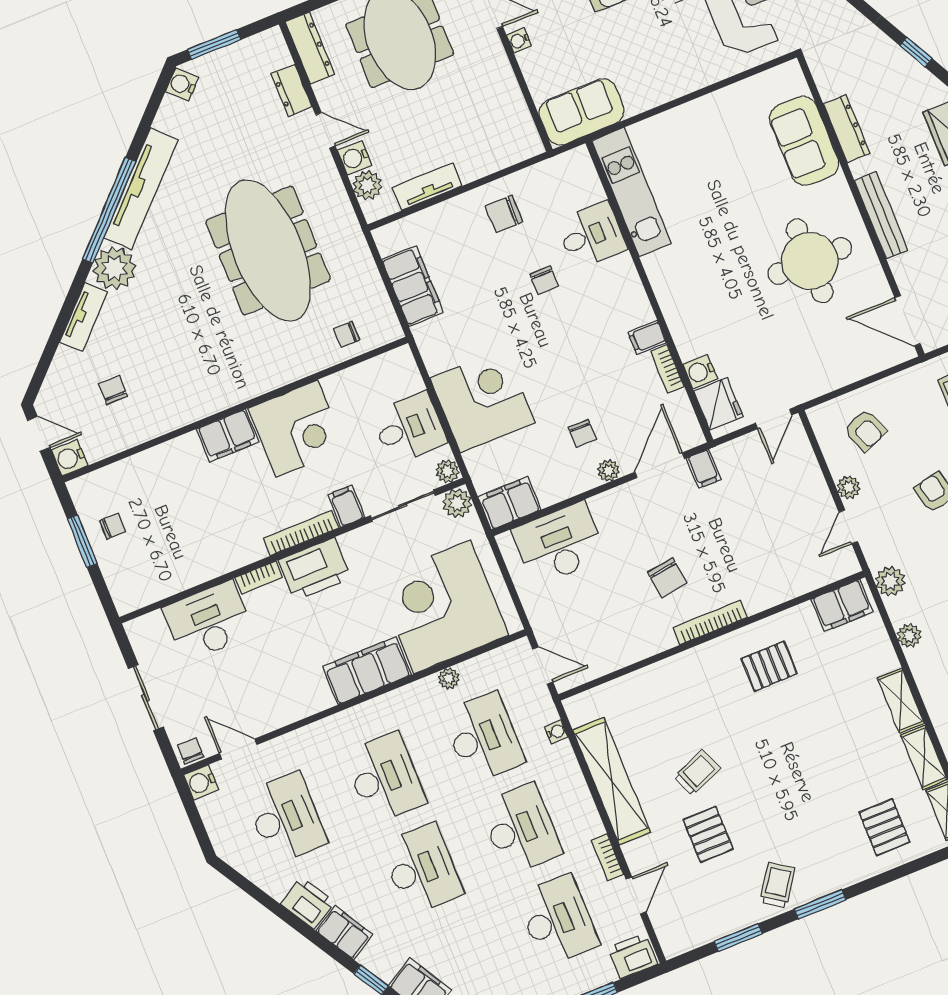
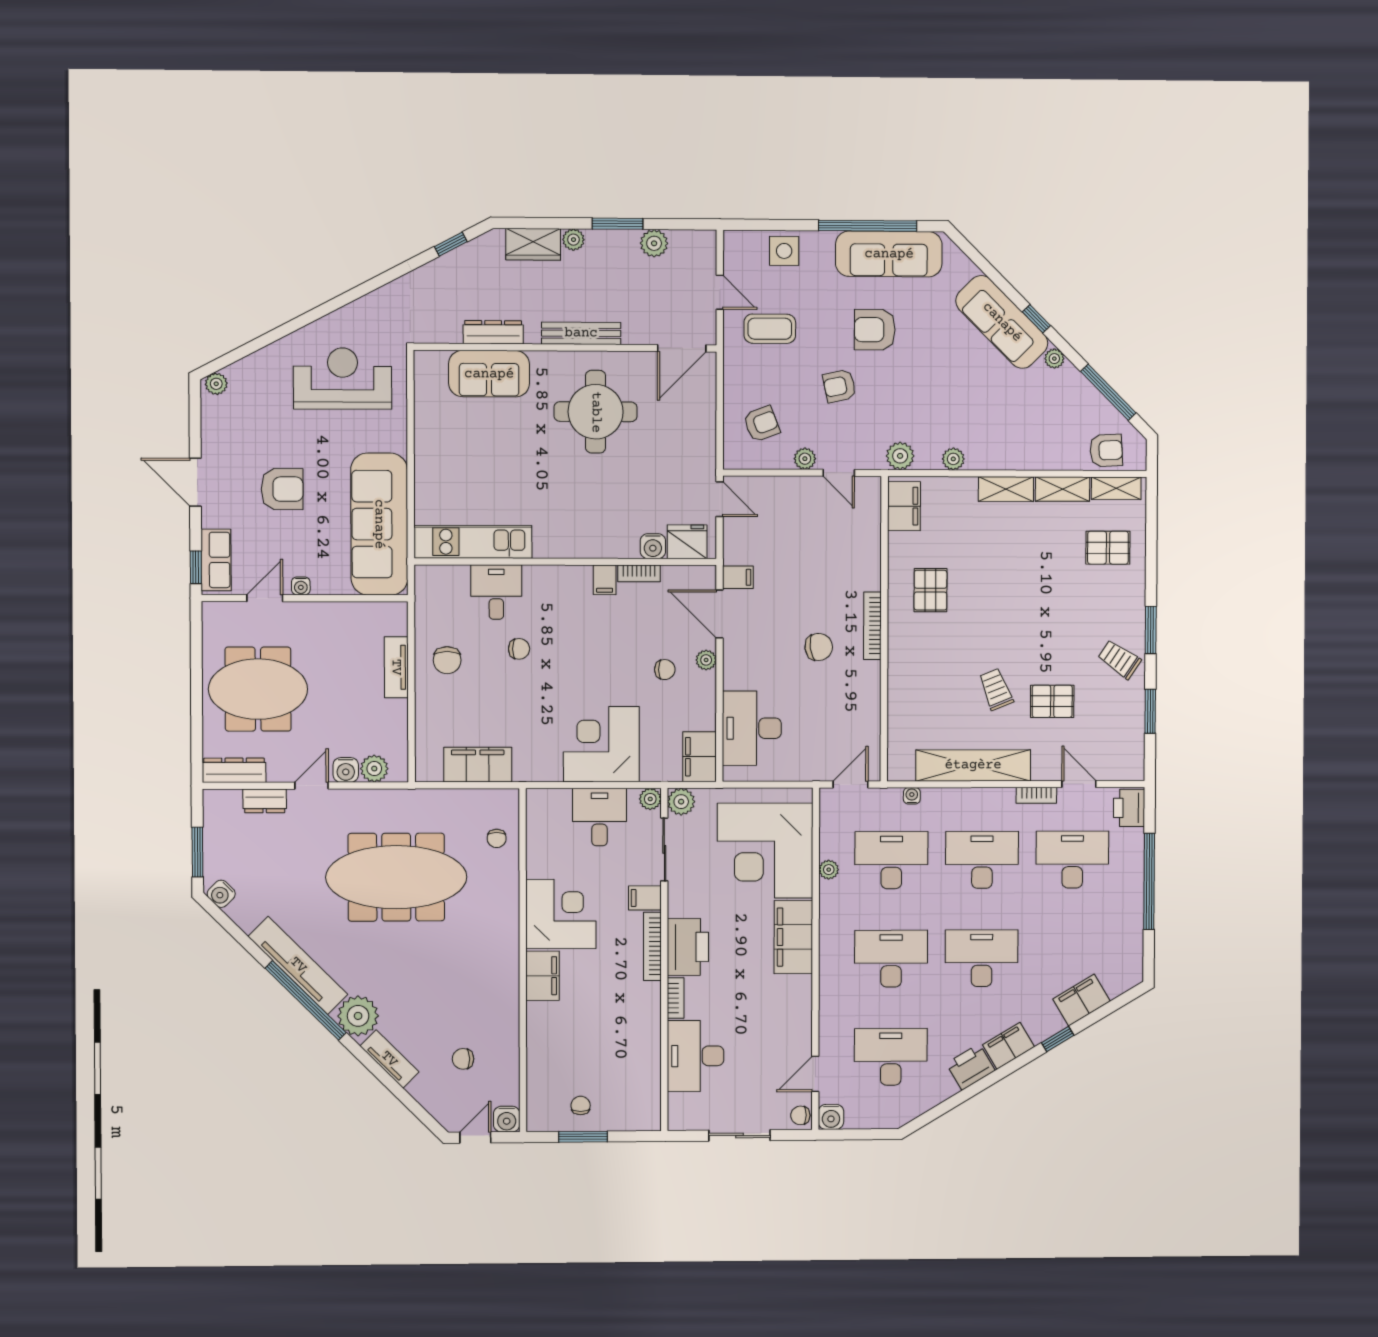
sofa: (582, 112) -> (379, 524), width x1.85, depth x1.27
tv unit: (427, 187) -> (396, 667), moved

